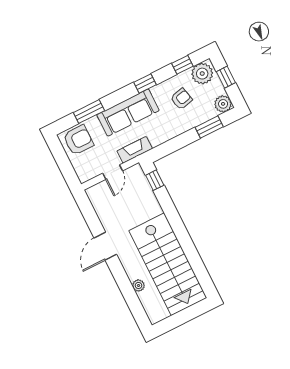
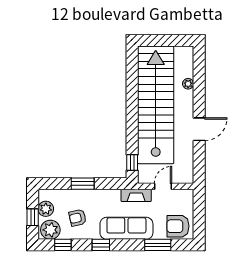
plant: (223, 104) -> (46, 209), moved
window: (209, 127) -> (83, 184), moved
stairs: (168, 264) -> (156, 105), width x1.36

